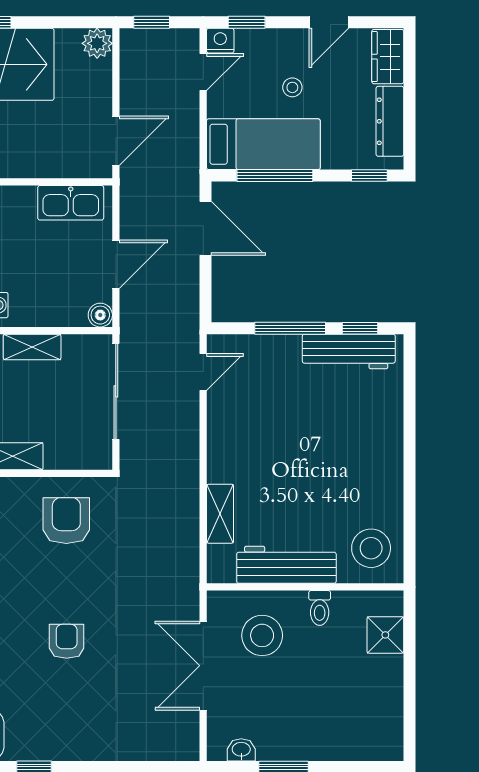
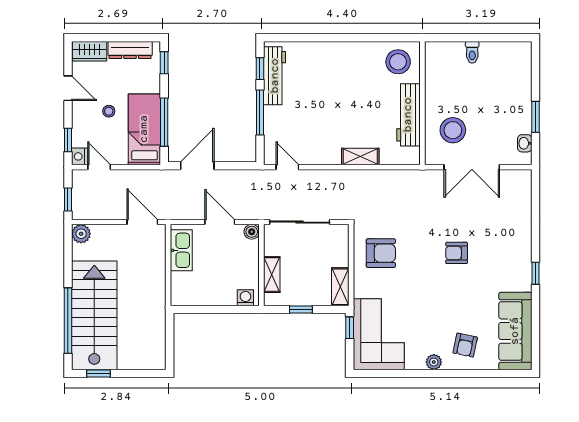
shelving: (220, 514) -> (360, 157), moved
armchair: (66, 521) -> (381, 253), turned 180
toilet: (320, 608) -> (472, 52), moved, turned 90
shower: (385, 635) -> (453, 53), removed

